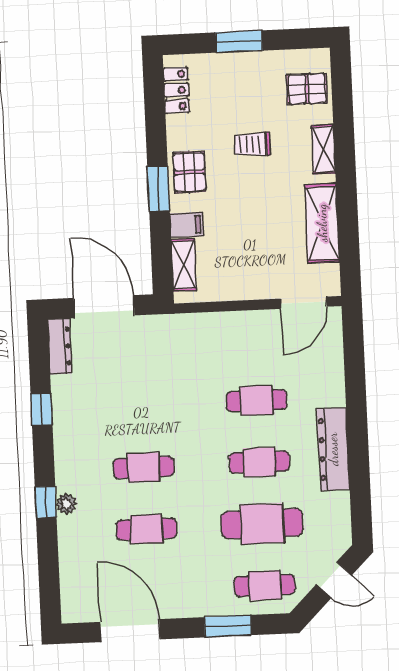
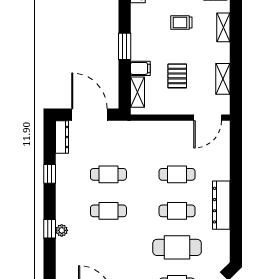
pallet: (189, 172) -> (177, 76), moved
shelving: (322, 223) -> (223, 79), width x0.67, depth x0.75
cafe table: (146, 529) -> (108, 174), moved

